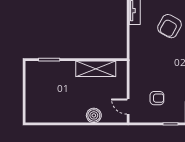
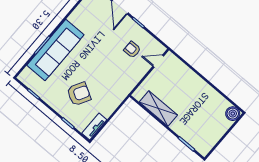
door: (128, 107) -> (158, 61), swing flipped
boiler: (94, 115) -> (233, 114), moved

